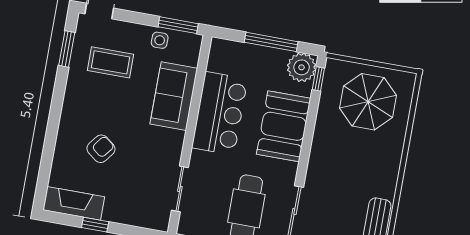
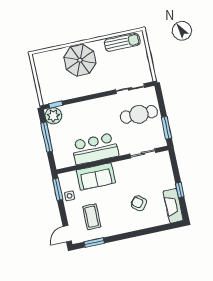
parasol: (368, 102) -> (80, 60), moved
booth: (284, 126) -> (88, 113), removed

